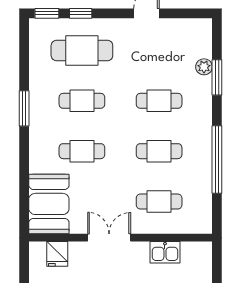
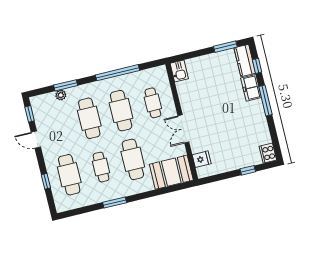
window: (47, 13) -> (30, 114), moved
cafe table: (159, 101) -> (89, 118), width x1.37, depth x1.35
cafe table: (82, 151) -> (133, 159), width x1.37, depth x1.35
cafe table: (159, 151) -> (121, 111), width x1.37, depth x1.35
kitchen sink: (165, 252) -> (179, 71), moved

